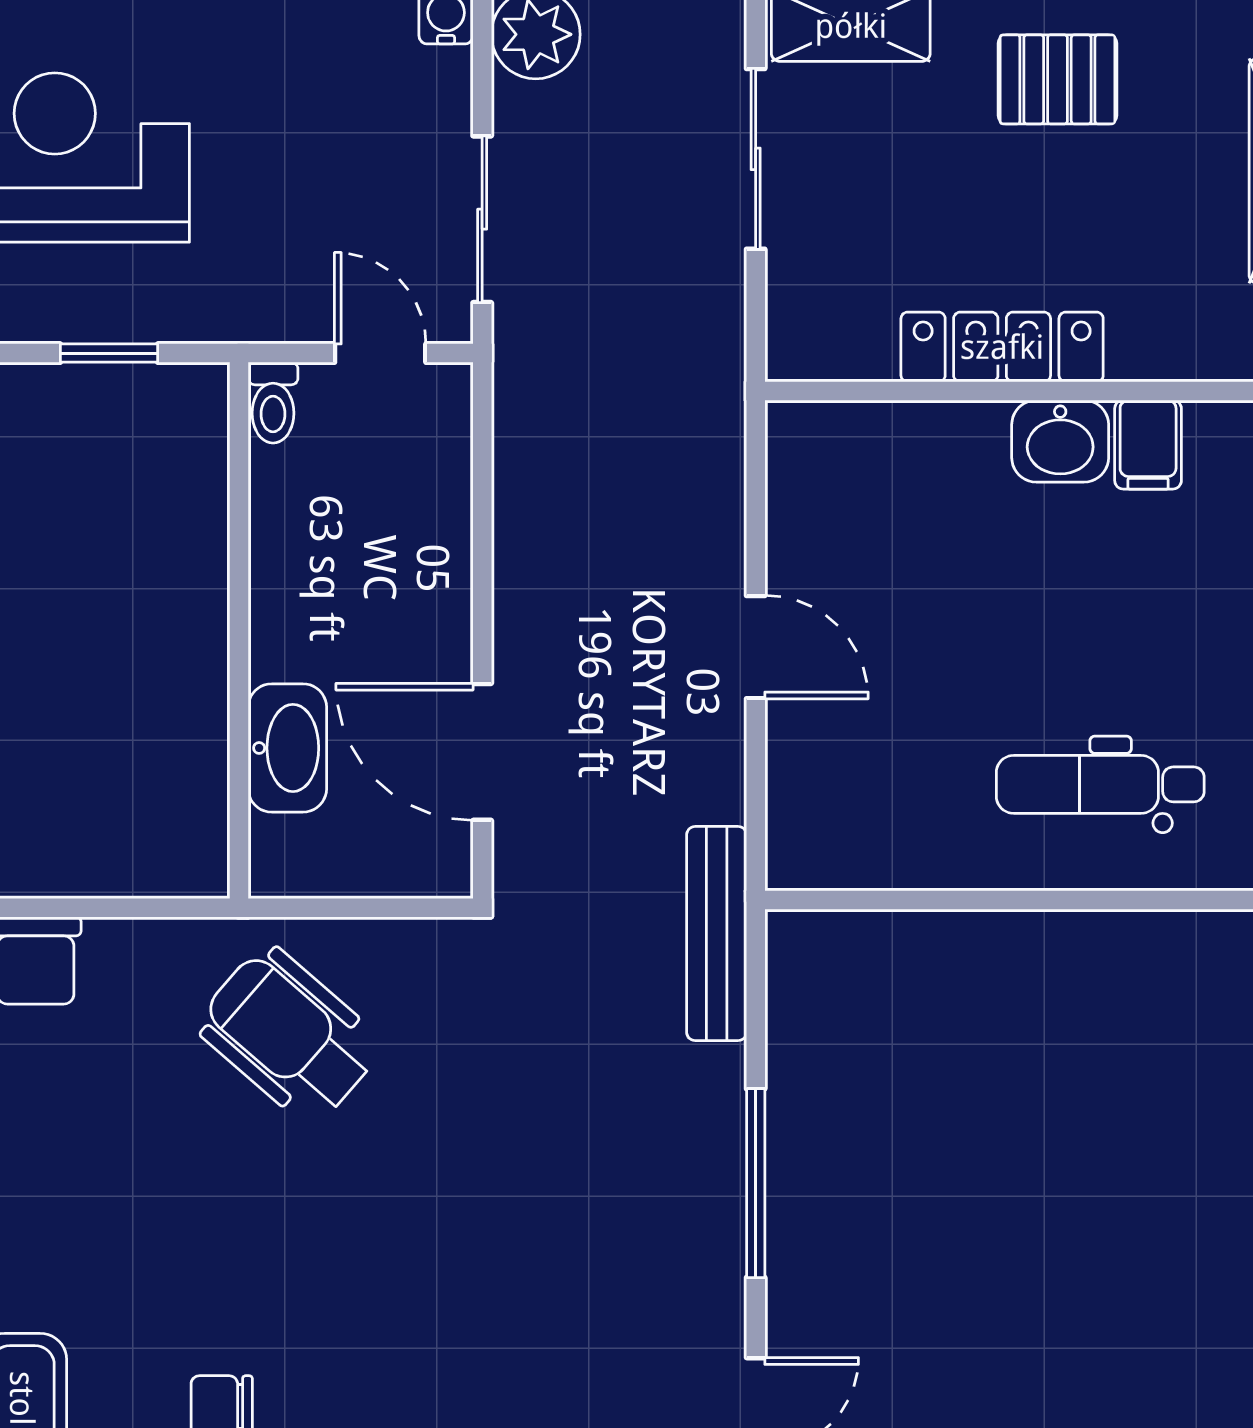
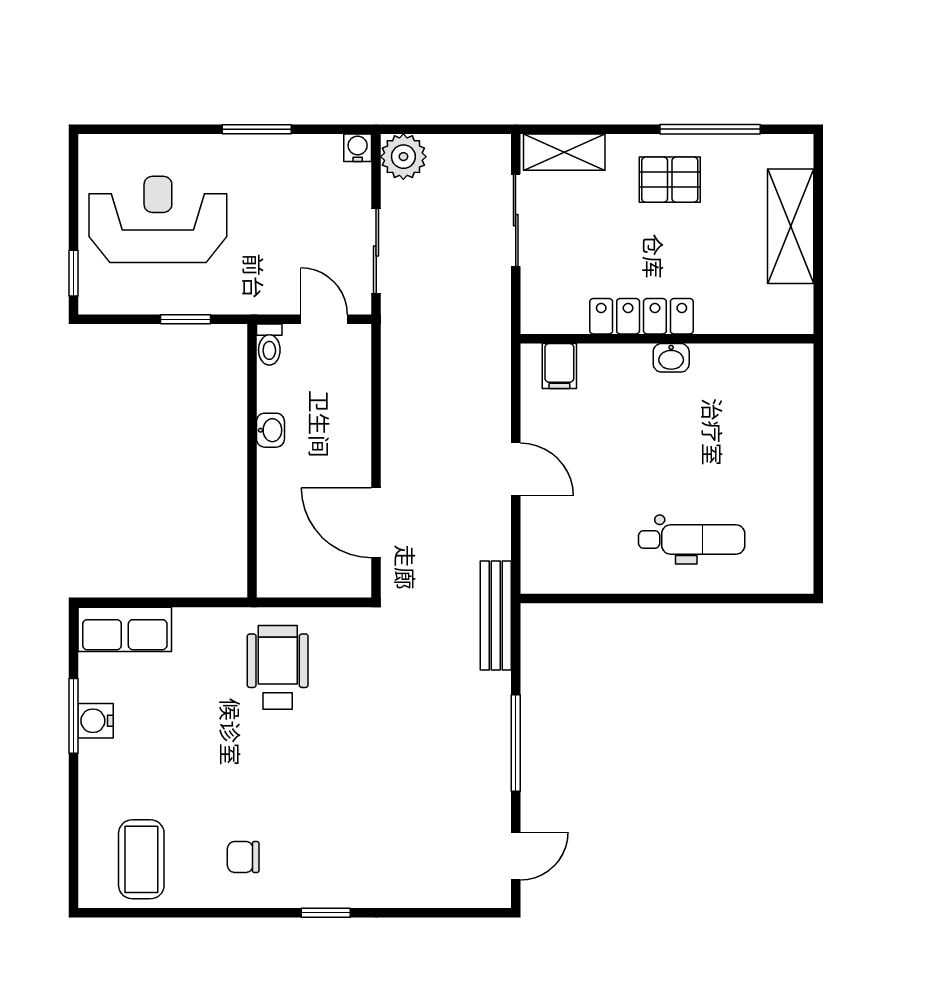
washbasin: (1060, 441) -> (671, 358), width x0.72, depth x0.69
filing cabinet: (1148, 445) -> (559, 366), moved
washbasin: (287, 748) -> (270, 430), moved, width x0.52, depth x0.69
dental chair: (1100, 784) -> (692, 539), turned 180
wheelchair: (289, 1035) -> (278, 667), turned 49

